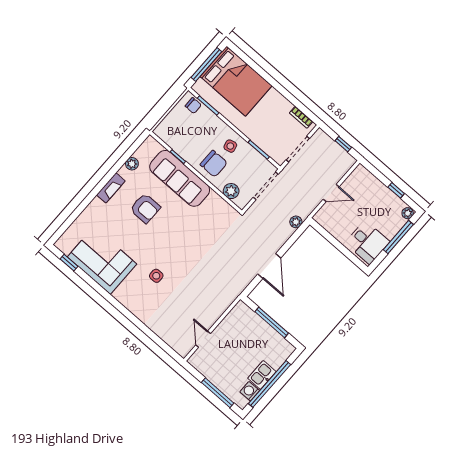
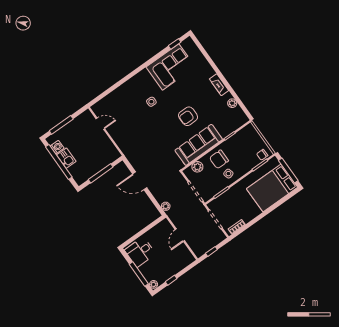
sofa: (180, 178) -> (199, 145), moved
armchair: (145, 208) -> (188, 116), moved

